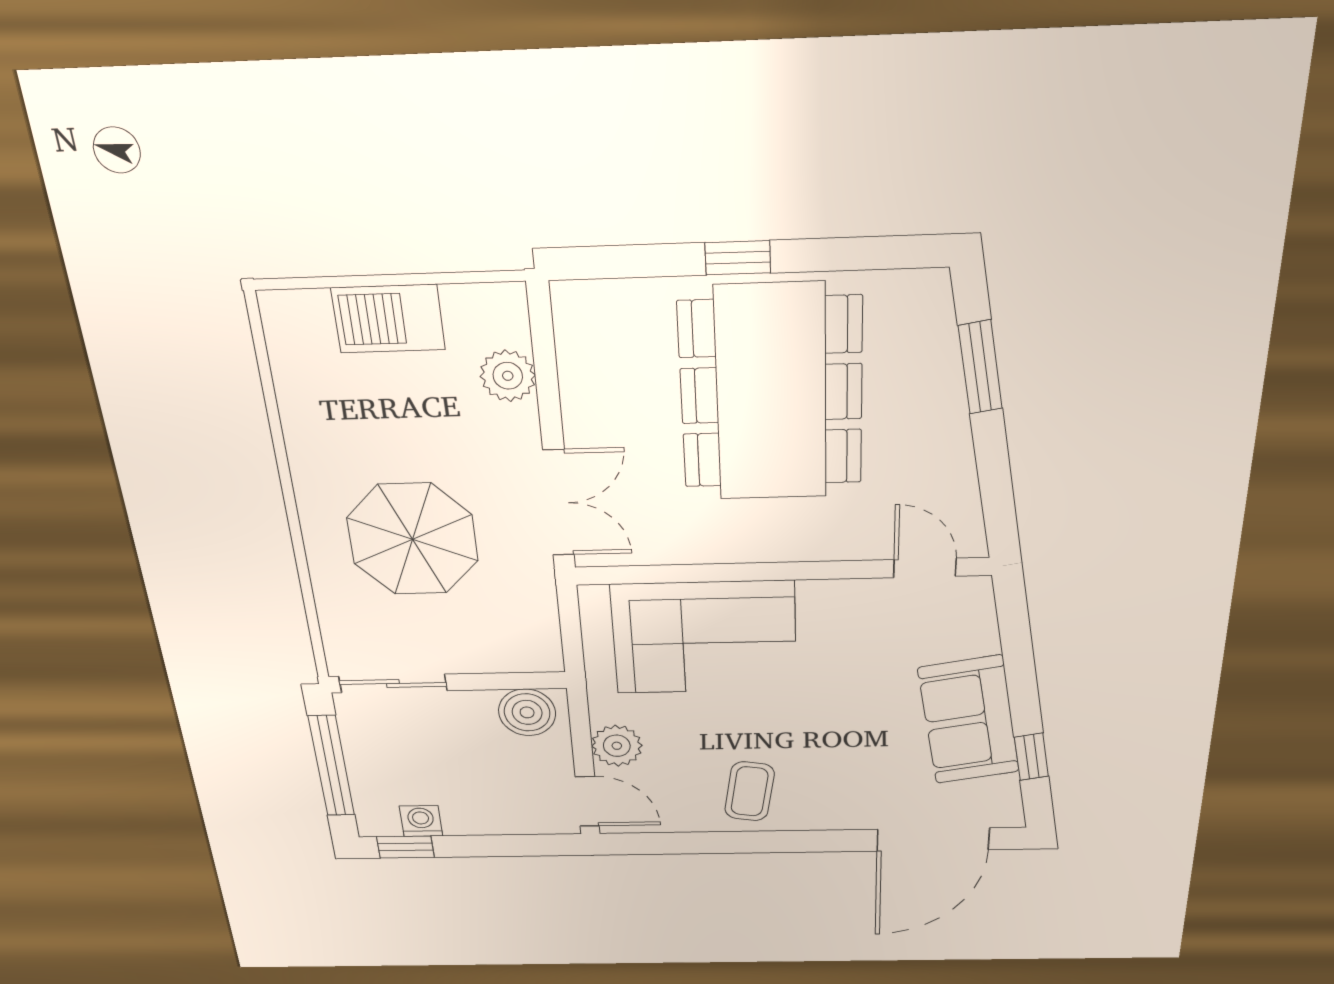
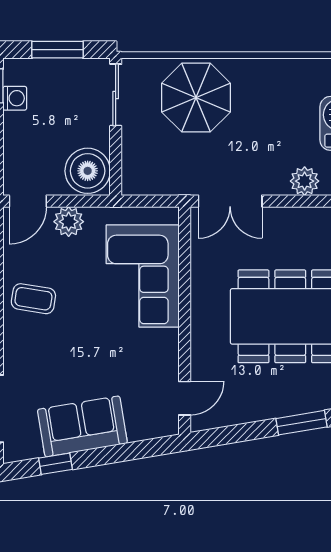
parasol: (413, 539) -> (196, 98), moved
boiler: (527, 712) -> (88, 171), width x1.37, depth x1.37
window: (331, 766) -> (57, 50), width x0.69

